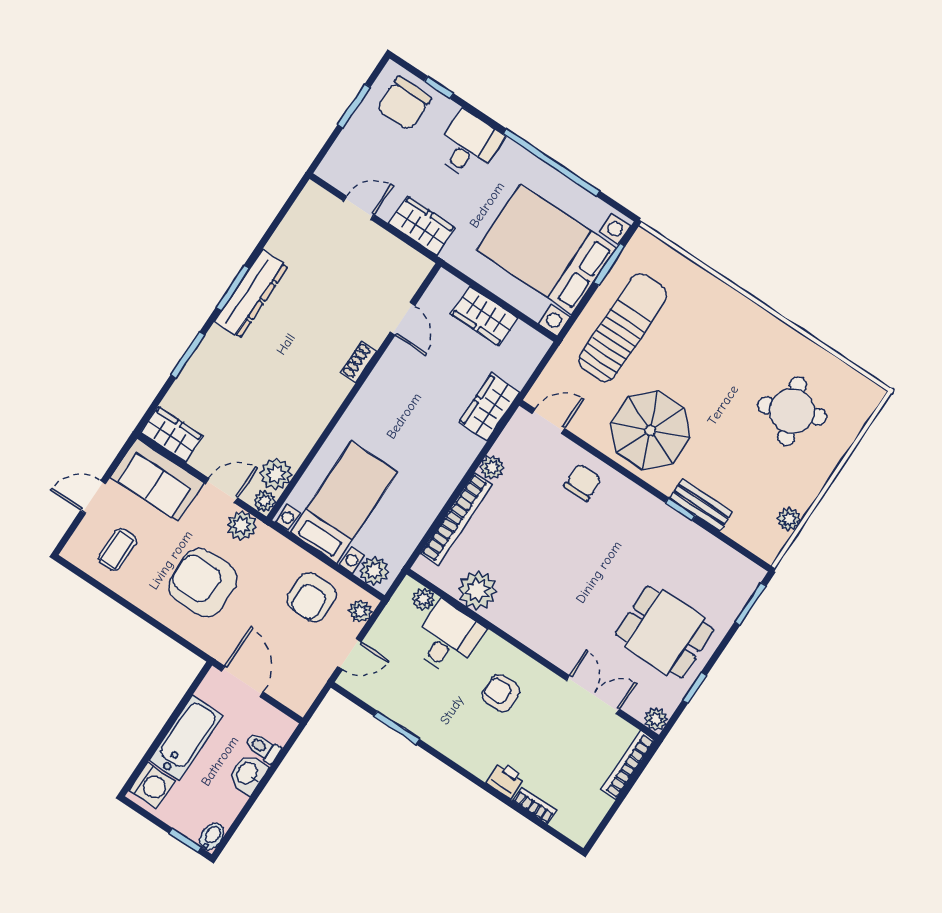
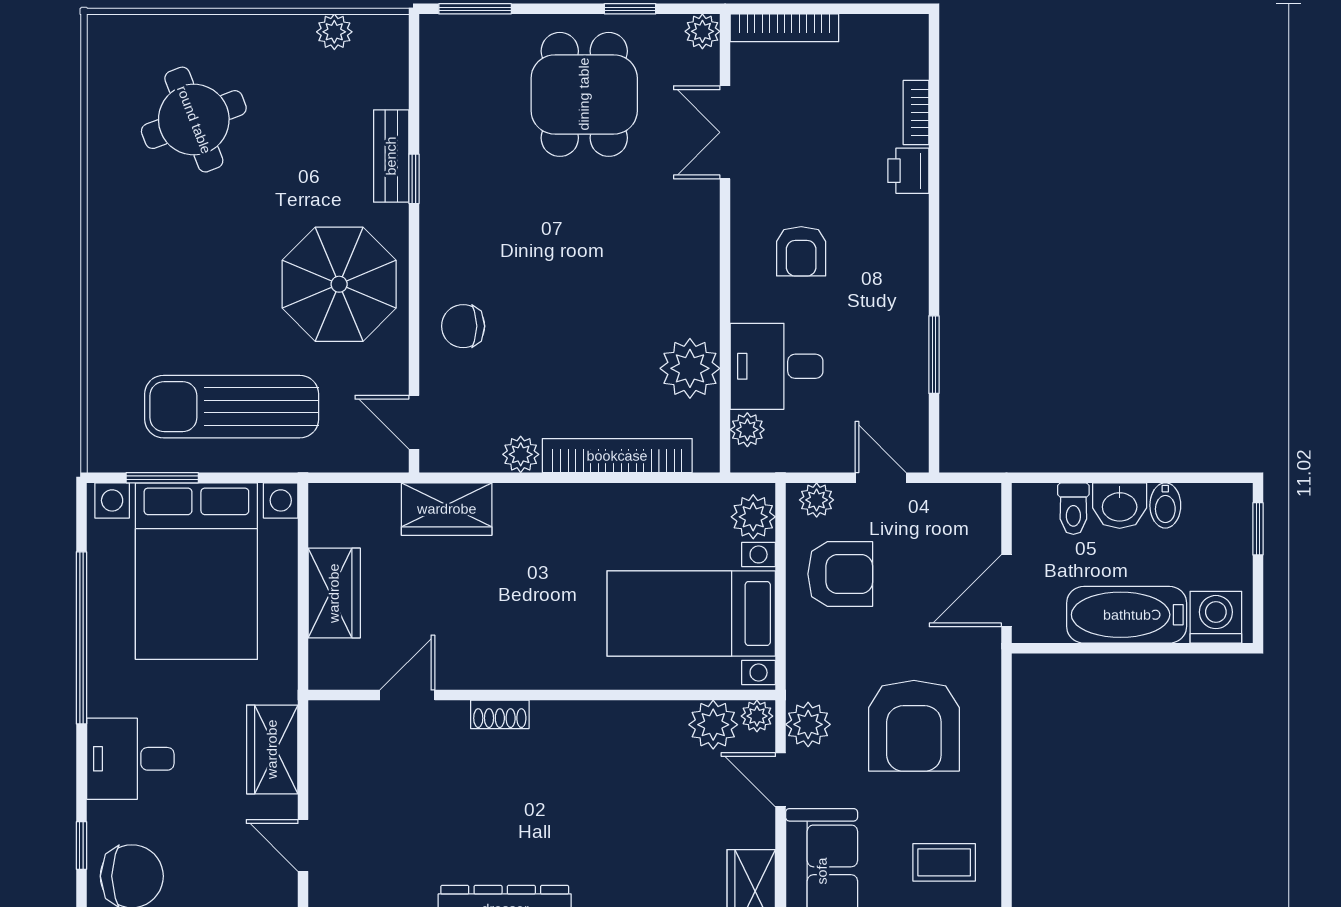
bidet: (212, 836) -> (1165, 505), moved, turned -90

